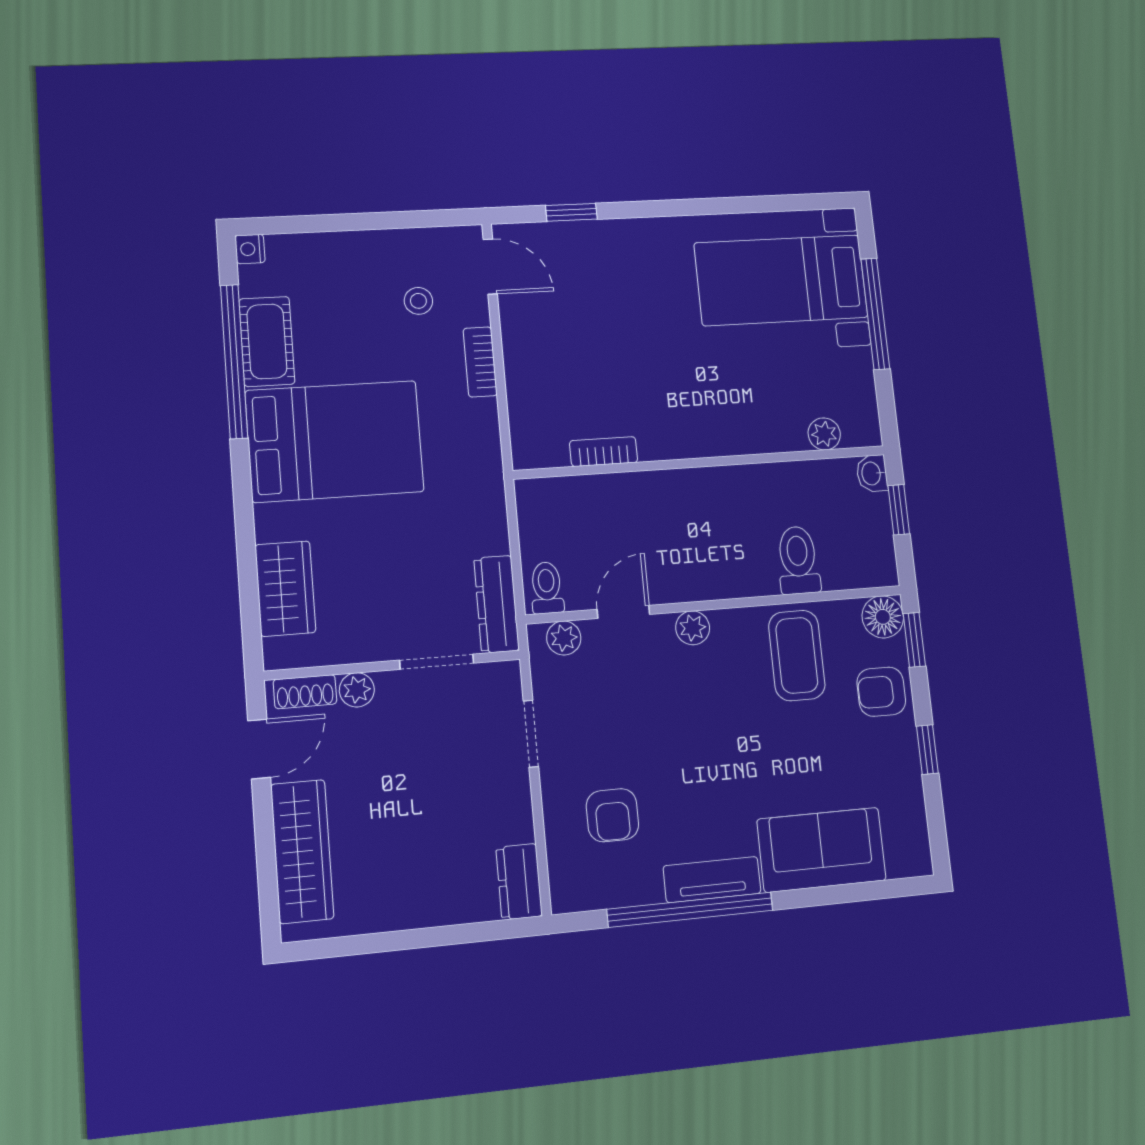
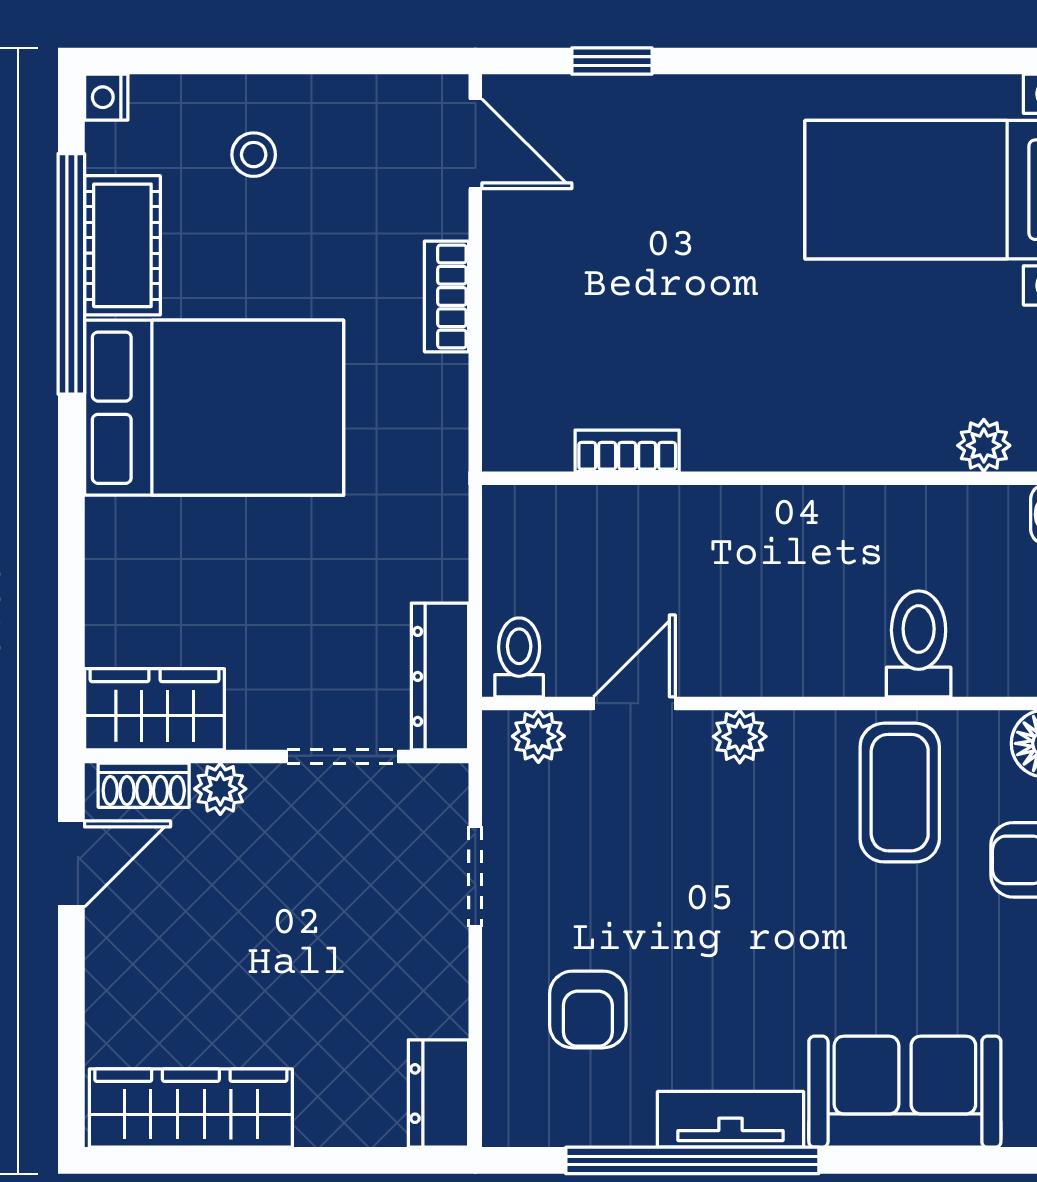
stool: (418, 301) -> (254, 155), moved
wardrobe: (285, 589) -> (154, 709), moved, turned -90
wardrobe: (302, 851) -> (191, 1108), moved, turned -90

